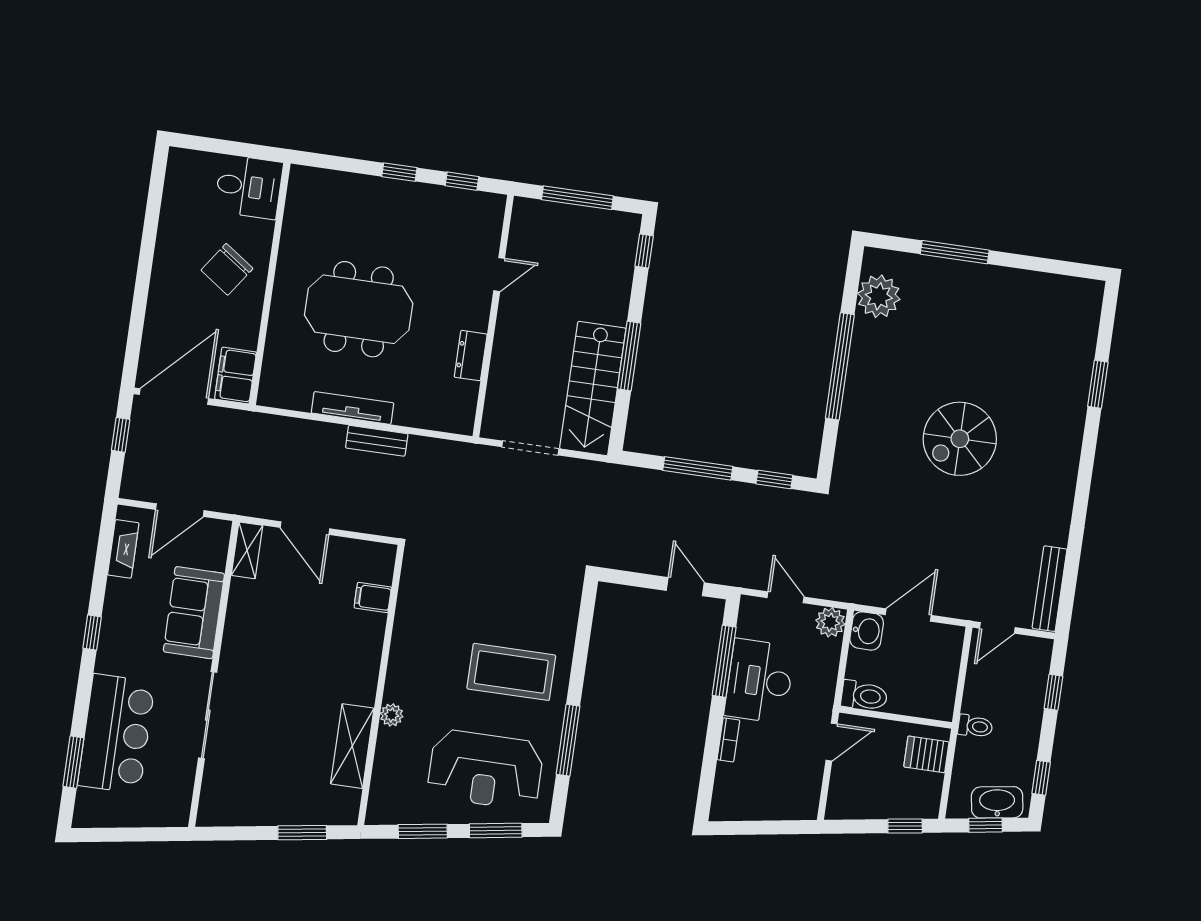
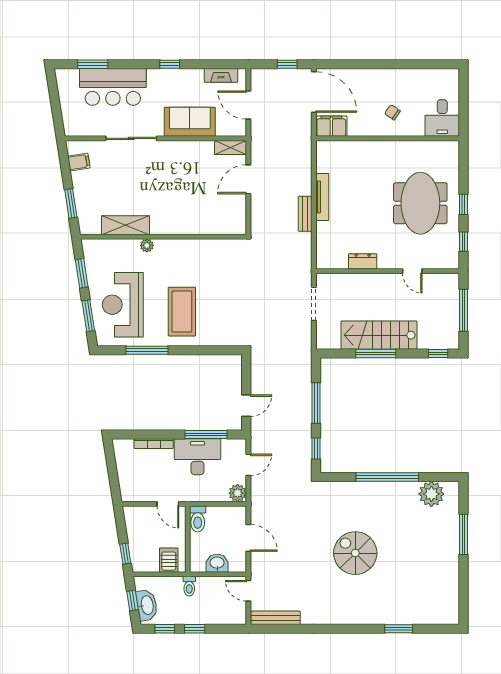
chair: (227, 269) -> (392, 112), width x0.54, depth x0.54
meeting table: (359, 309) -> (420, 203), moved
stairs: (593, 388) -> (379, 335), moved
filing cabinet: (373, 597) -> (79, 162), moved, turned 81
washbasin: (867, 631) -> (217, 563), moved, turned 180
window: (1053, 692) -> (195, 629), moved
bookcase: (728, 740) -> (154, 444), width x1.56

